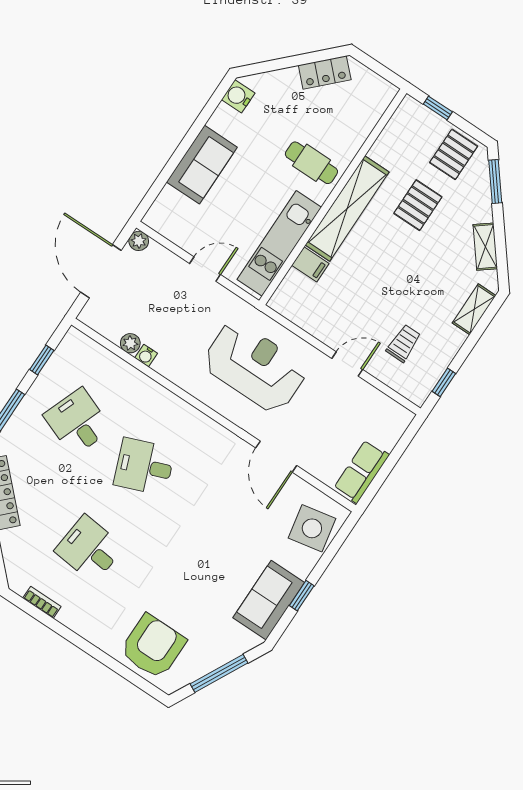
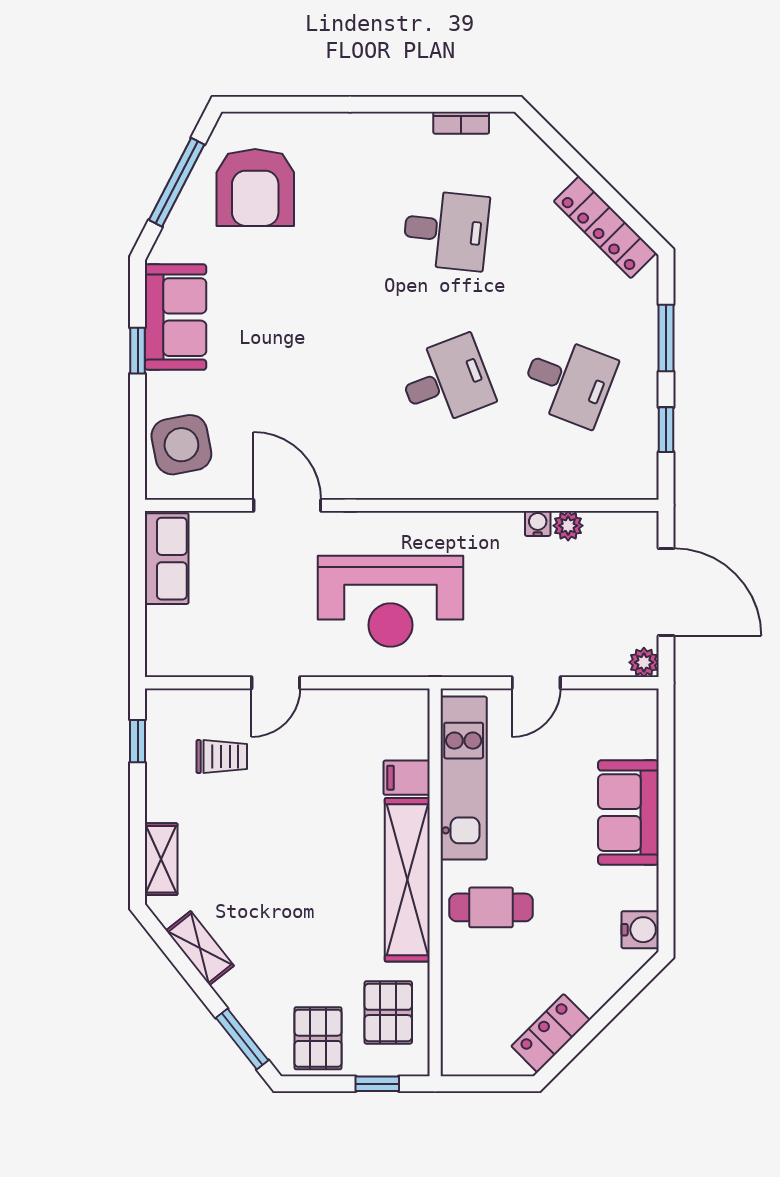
pallet: (418, 205) -> (388, 1012), moved
trolley: (404, 343) -> (222, 757), turned -90
armchair: (153, 647) -> (255, 188), moved

